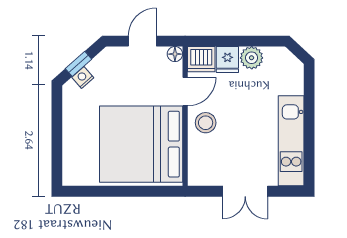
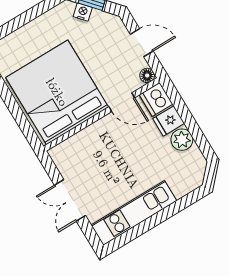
stool: (206, 123) -> (106, 134), removed

